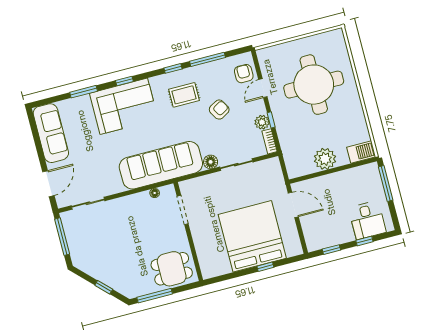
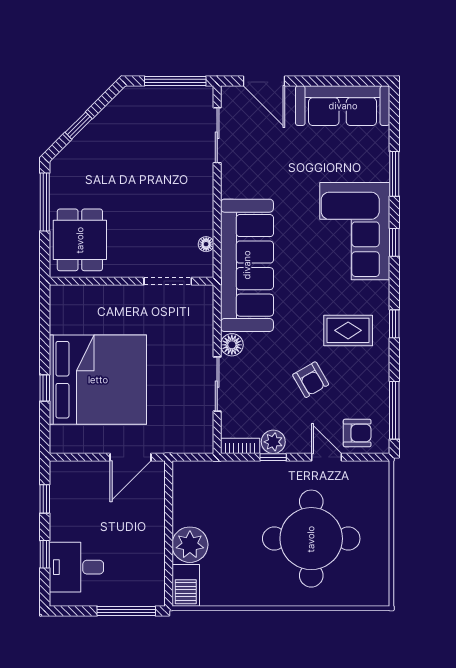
window: (208, 59) -> (394, 410), moved
rug: (184, 95) -> (348, 330), turned 90
plant: (325, 159) -> (190, 545), moved

